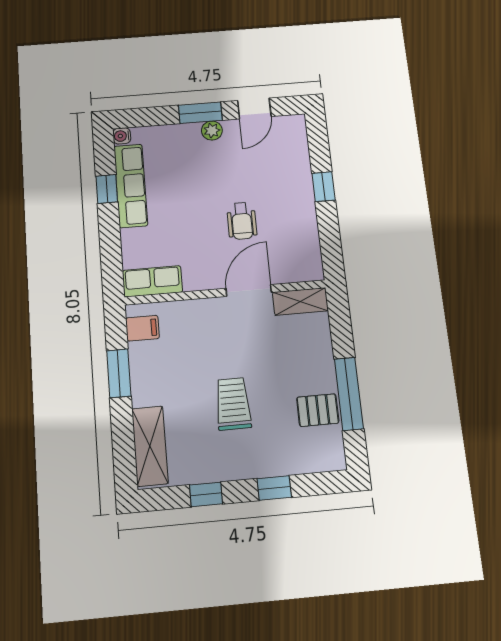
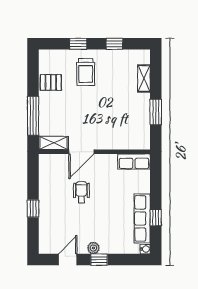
window: (200, 113) -> (99, 260), width x0.67
filing cabinet: (142, 328) -> (141, 136), removed
window: (349, 394) -> (33, 116), moved
trolley: (233, 404) -> (86, 72), moved
shelving: (150, 446) -> (144, 79), width x0.67, depth x0.75

